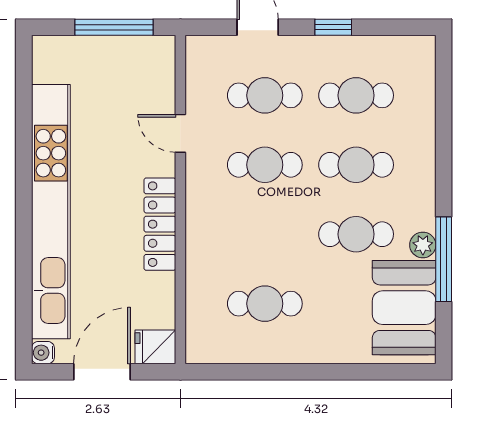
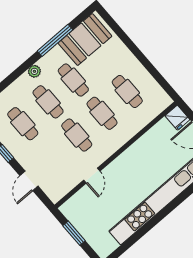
window: (114, 27) -> (74, 233), width x0.69
cafe table: (265, 95) -> (102, 113), moved
locker: (160, 224) -> (131, 155), removed
plant: (423, 245) -> (34, 71), moved

